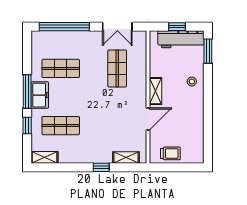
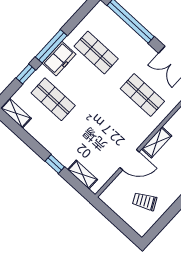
shop shelf: (117, 68) -> (142, 95), turned 90
trolley: (170, 153) -> (145, 201), moved, turned 153

